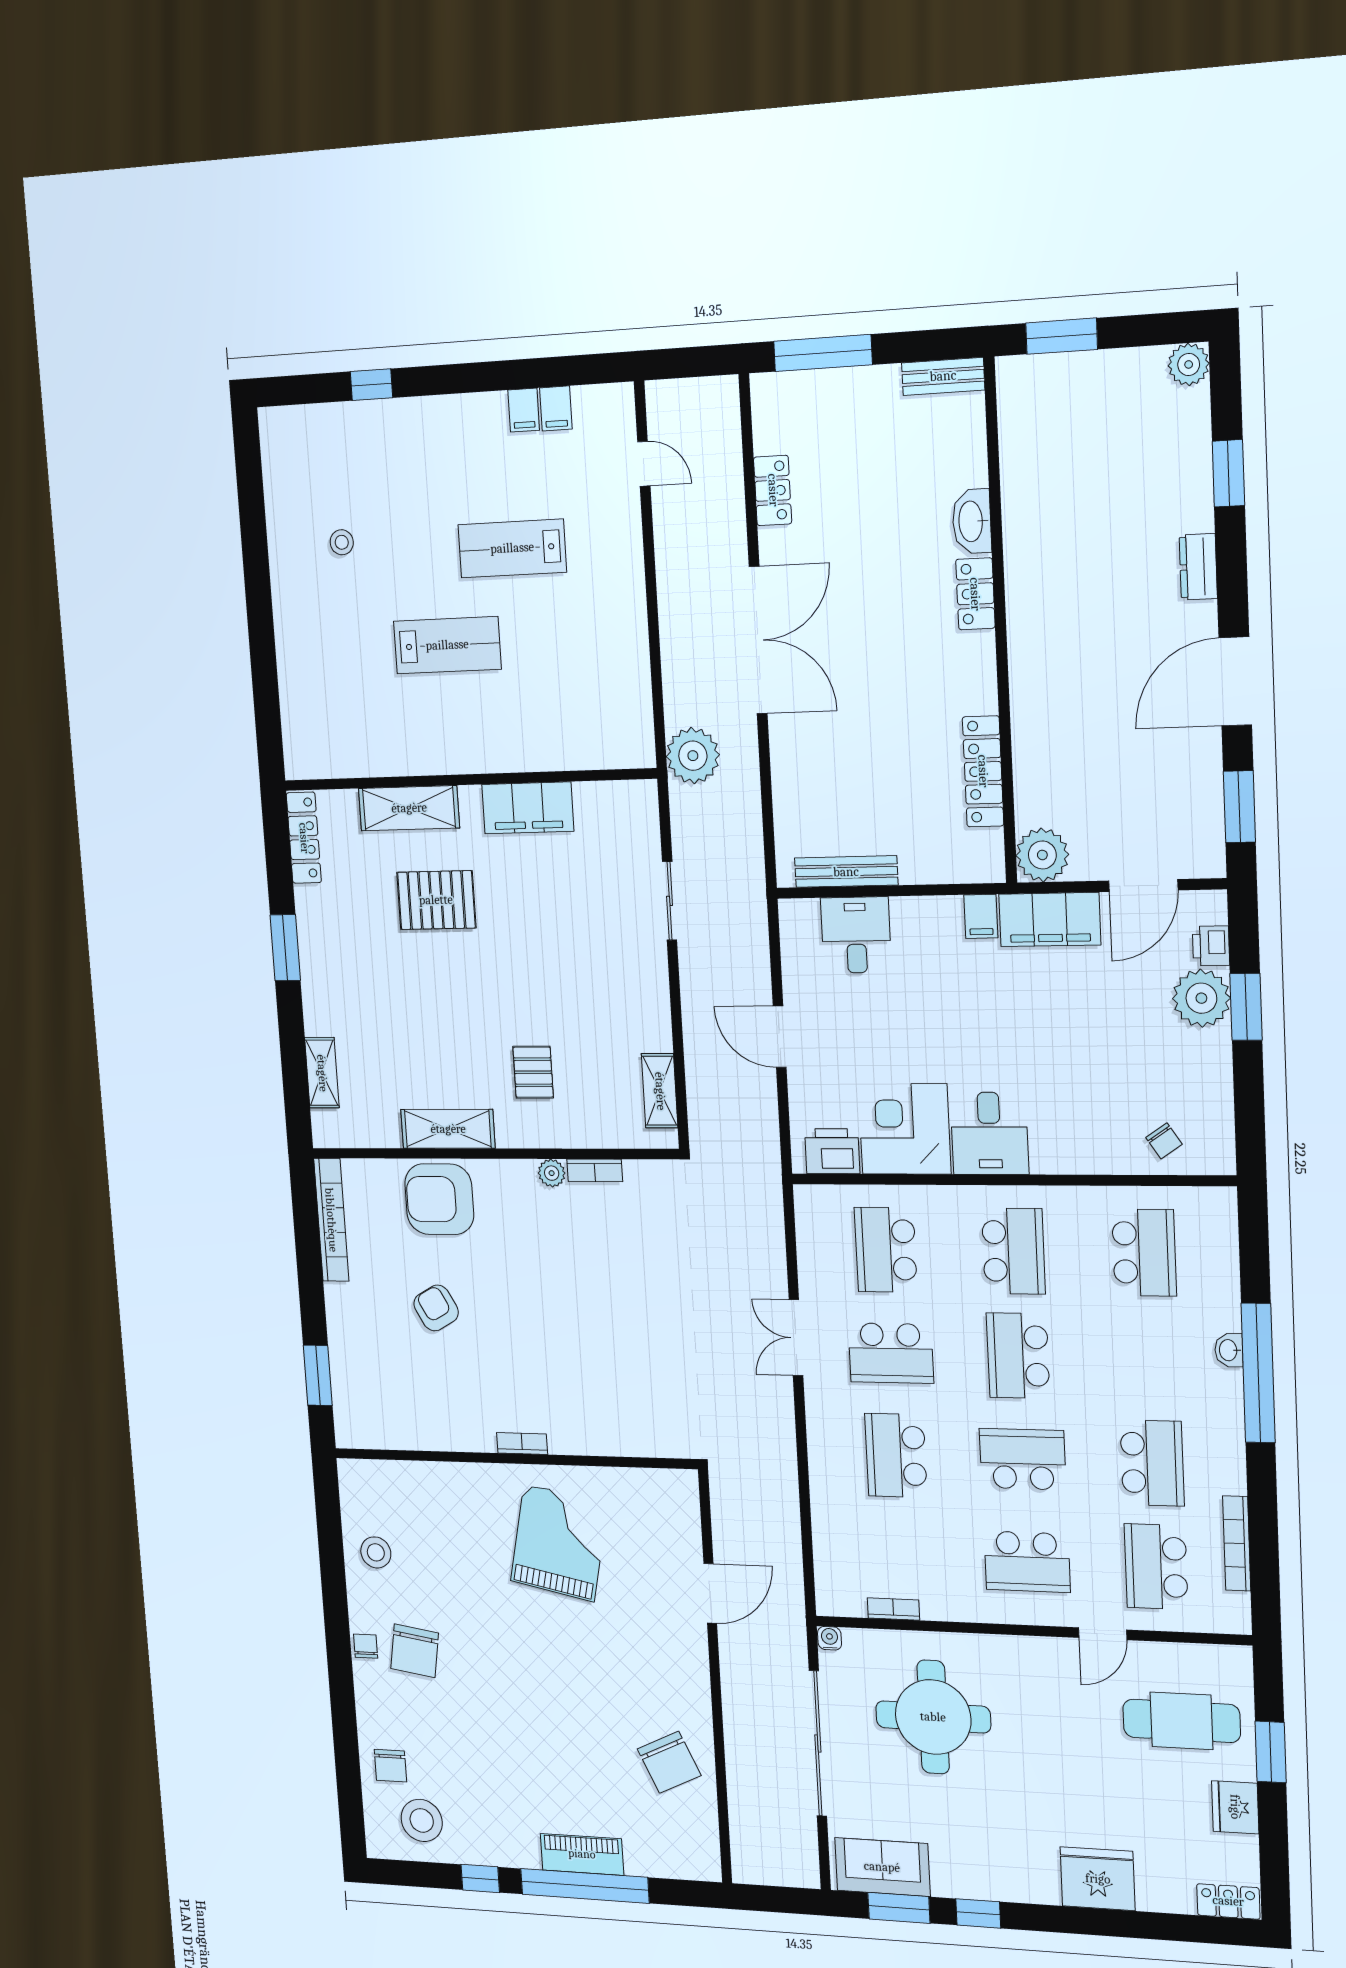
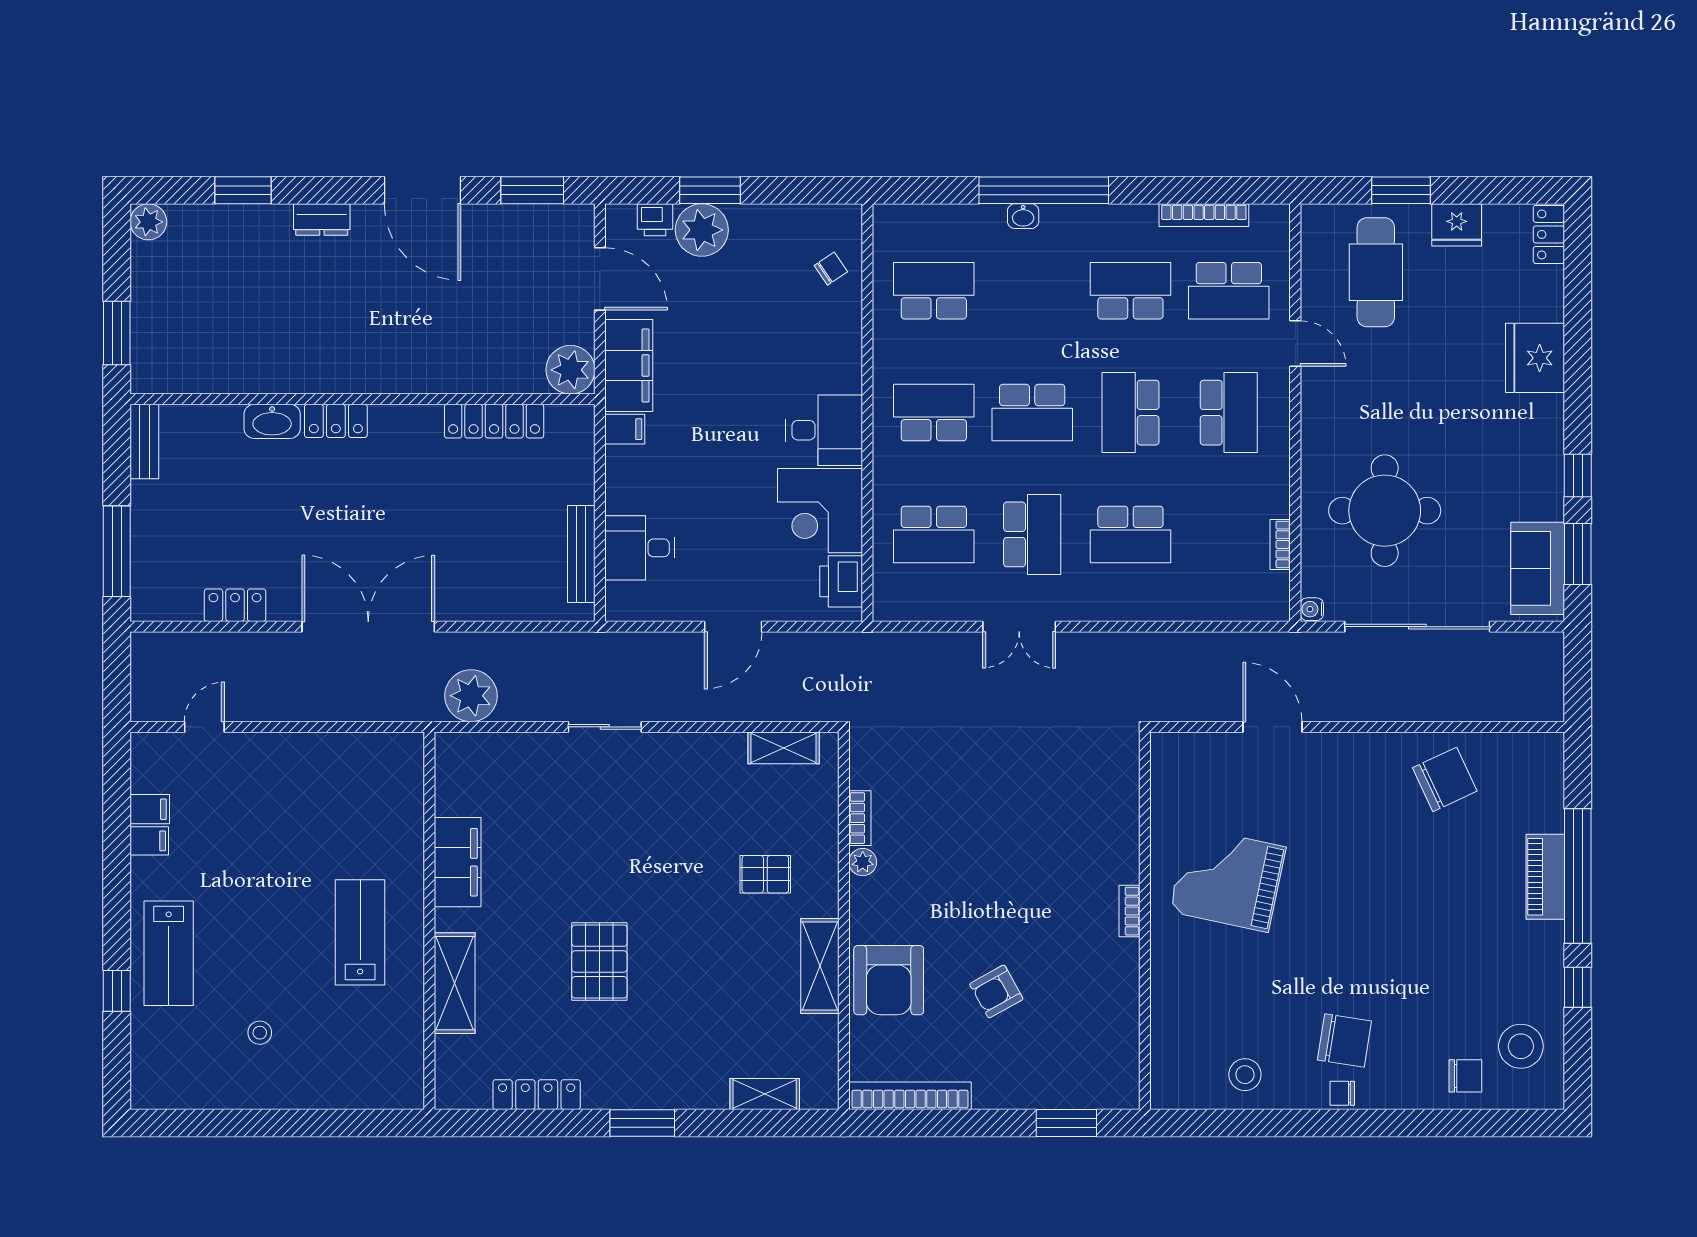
lab bench: (512, 548) -> (169, 953), moved
wall: (468, 780) -> (429, 921), moved
shelving: (409, 808) -> (455, 983), moved
filing cabinet: (528, 808) -> (458, 862), moved

